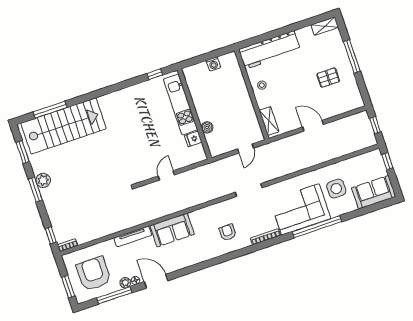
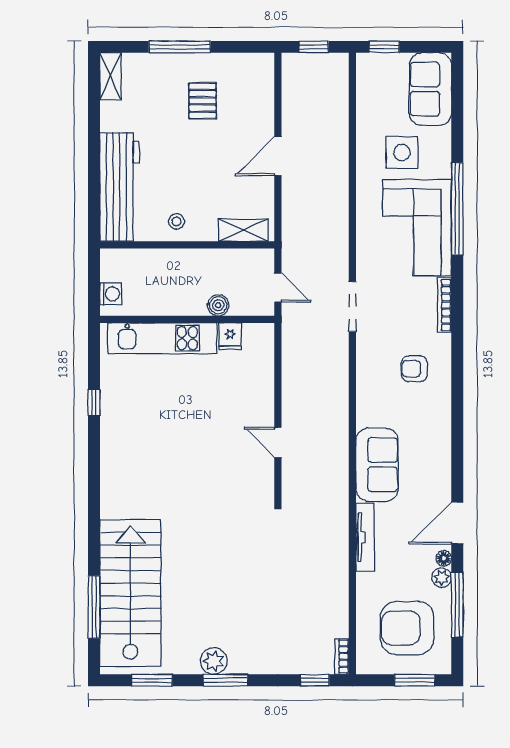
kitchen unit: (180, 104) -> (162, 338), moved
wall: (194, 114) -> (187, 319), moved
boiler: (207, 127) -> (218, 305), moved
fridge: (193, 139) -> (230, 336), moved

